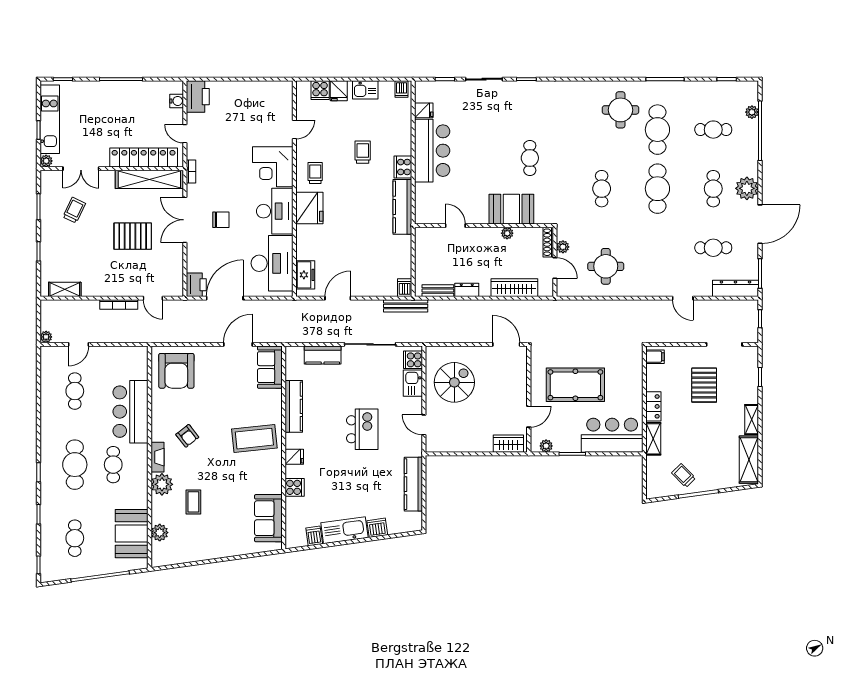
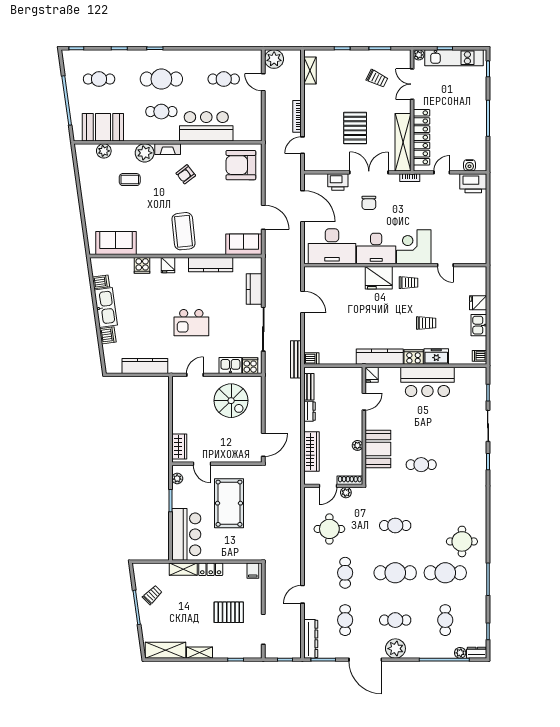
cooker: (320, 90) -> (479, 287), removed
dresser: (752, 93) -> (477, 653), added
fridge: (424, 110) -> (372, 375), moved
cafe table: (657, 248) -> (345, 573), added
freezer: (305, 275) -> (436, 356), moved, turned 180
printer: (196, 285) -> (338, 182), moved
plant: (46, 337) -> (274, 59), width x1.87, depth x1.87

